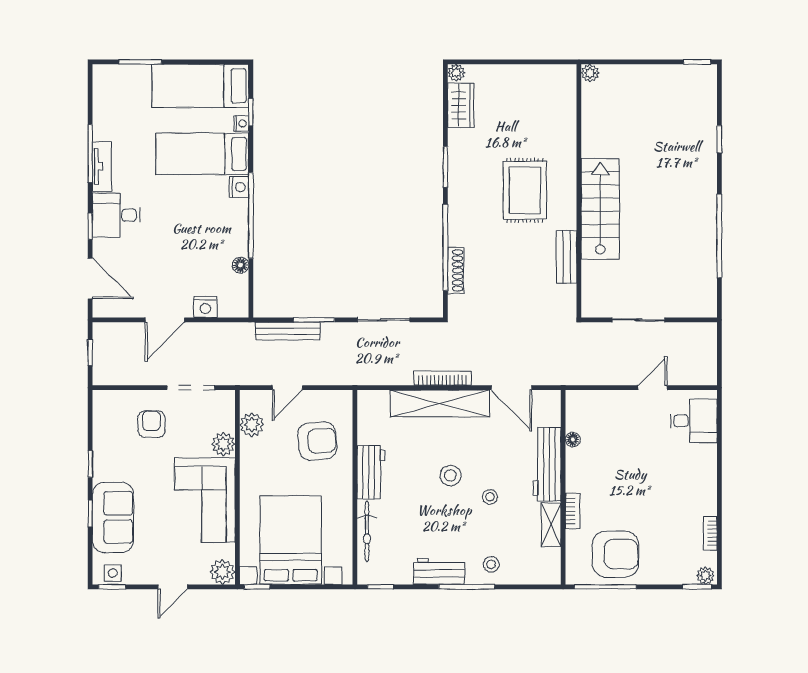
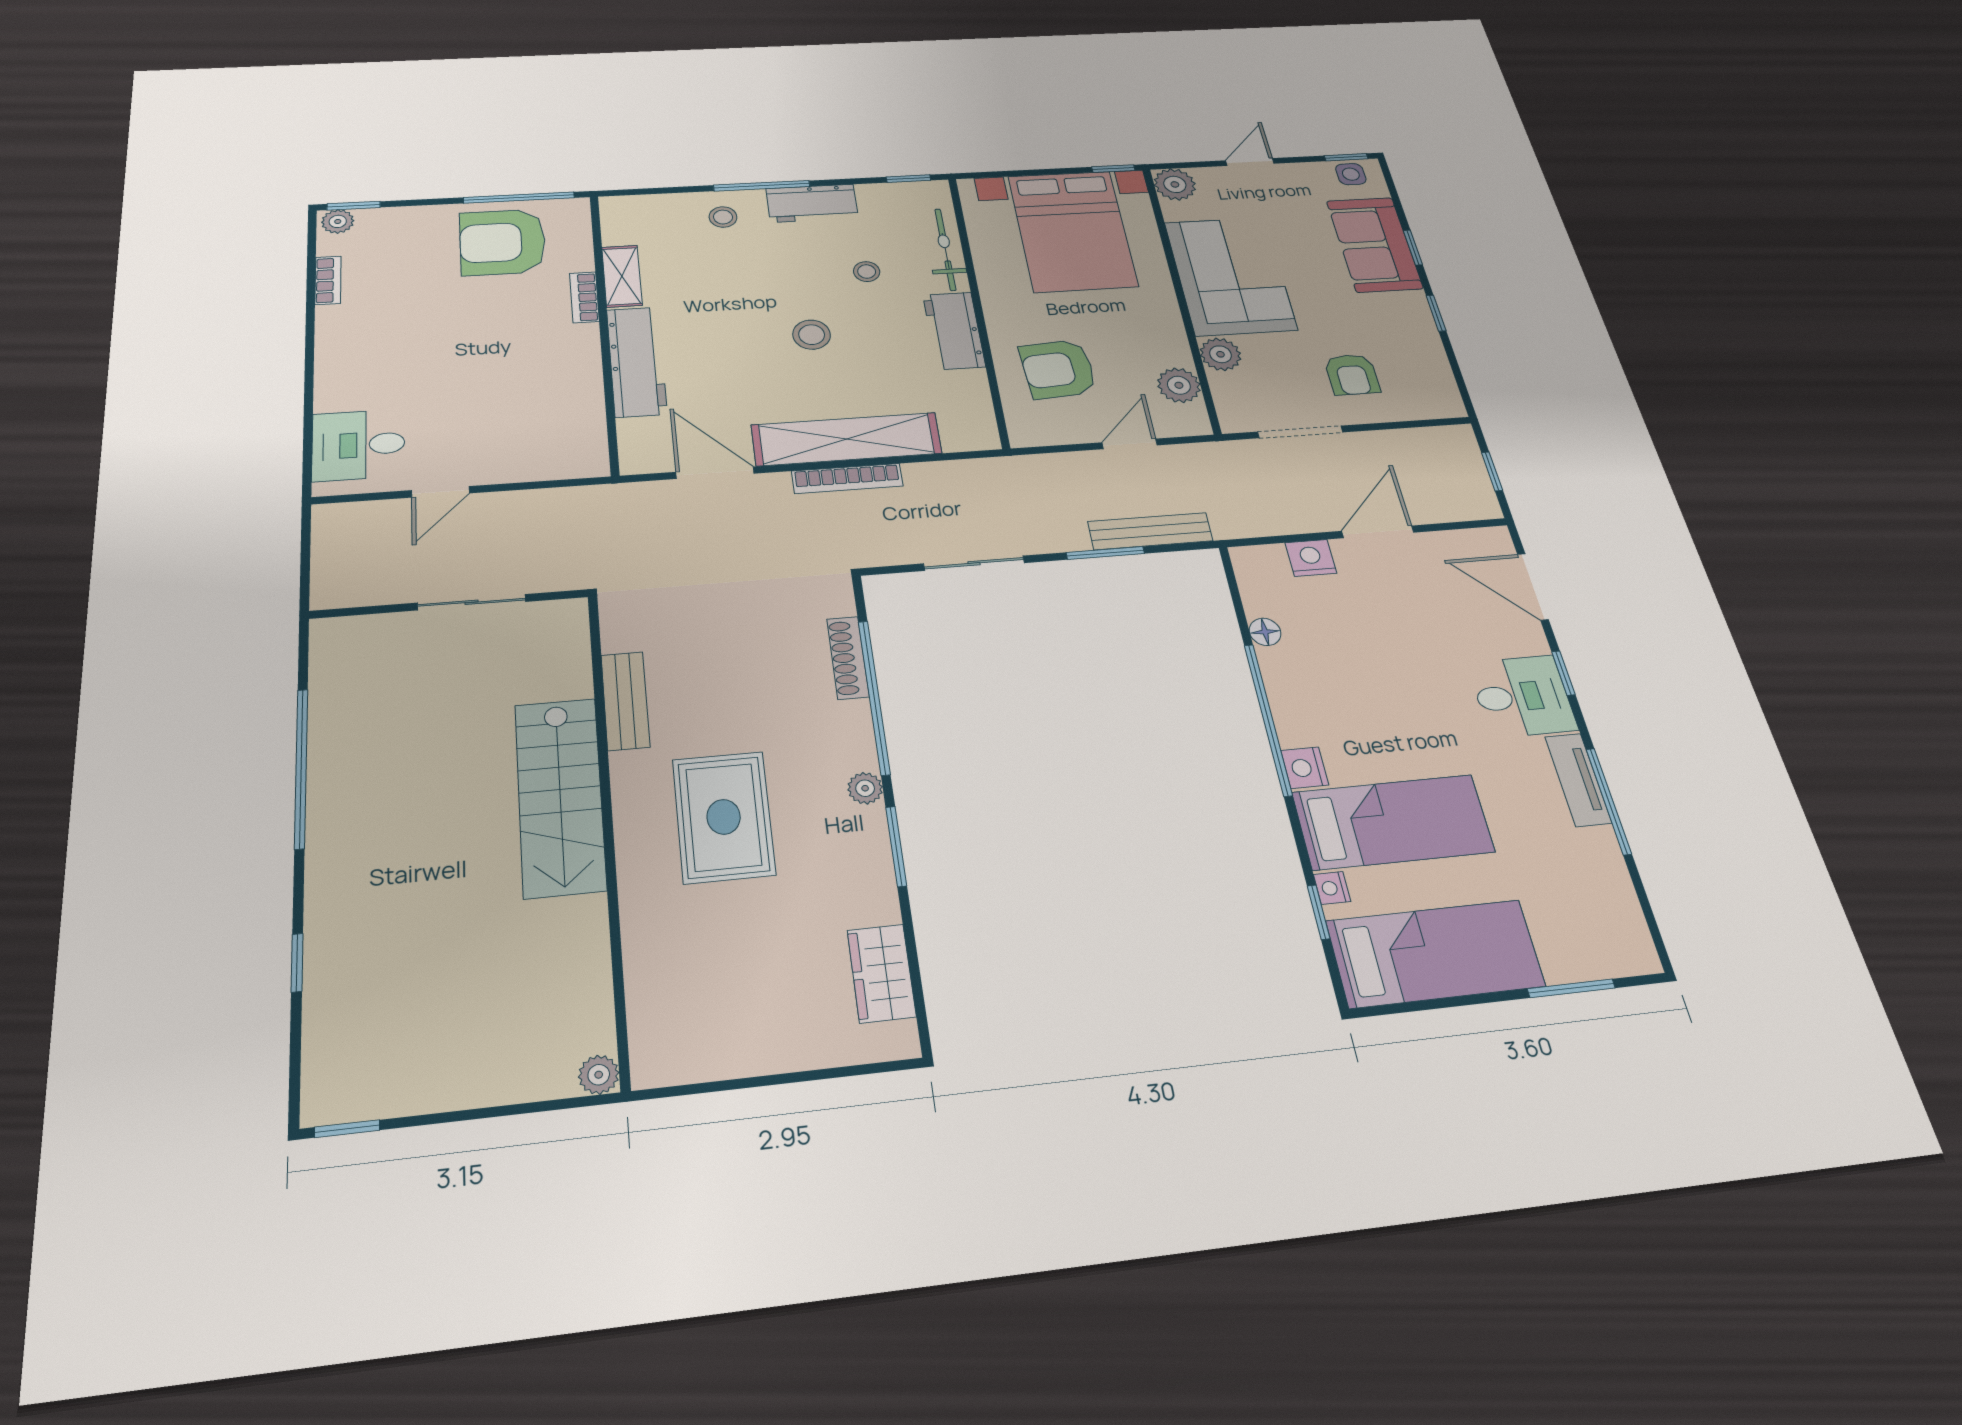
plant: (456, 73) -> (865, 788), moved
floor lamp: (573, 440) -> (591, 401), removed
stool: (490, 497) -> (867, 272), moved

